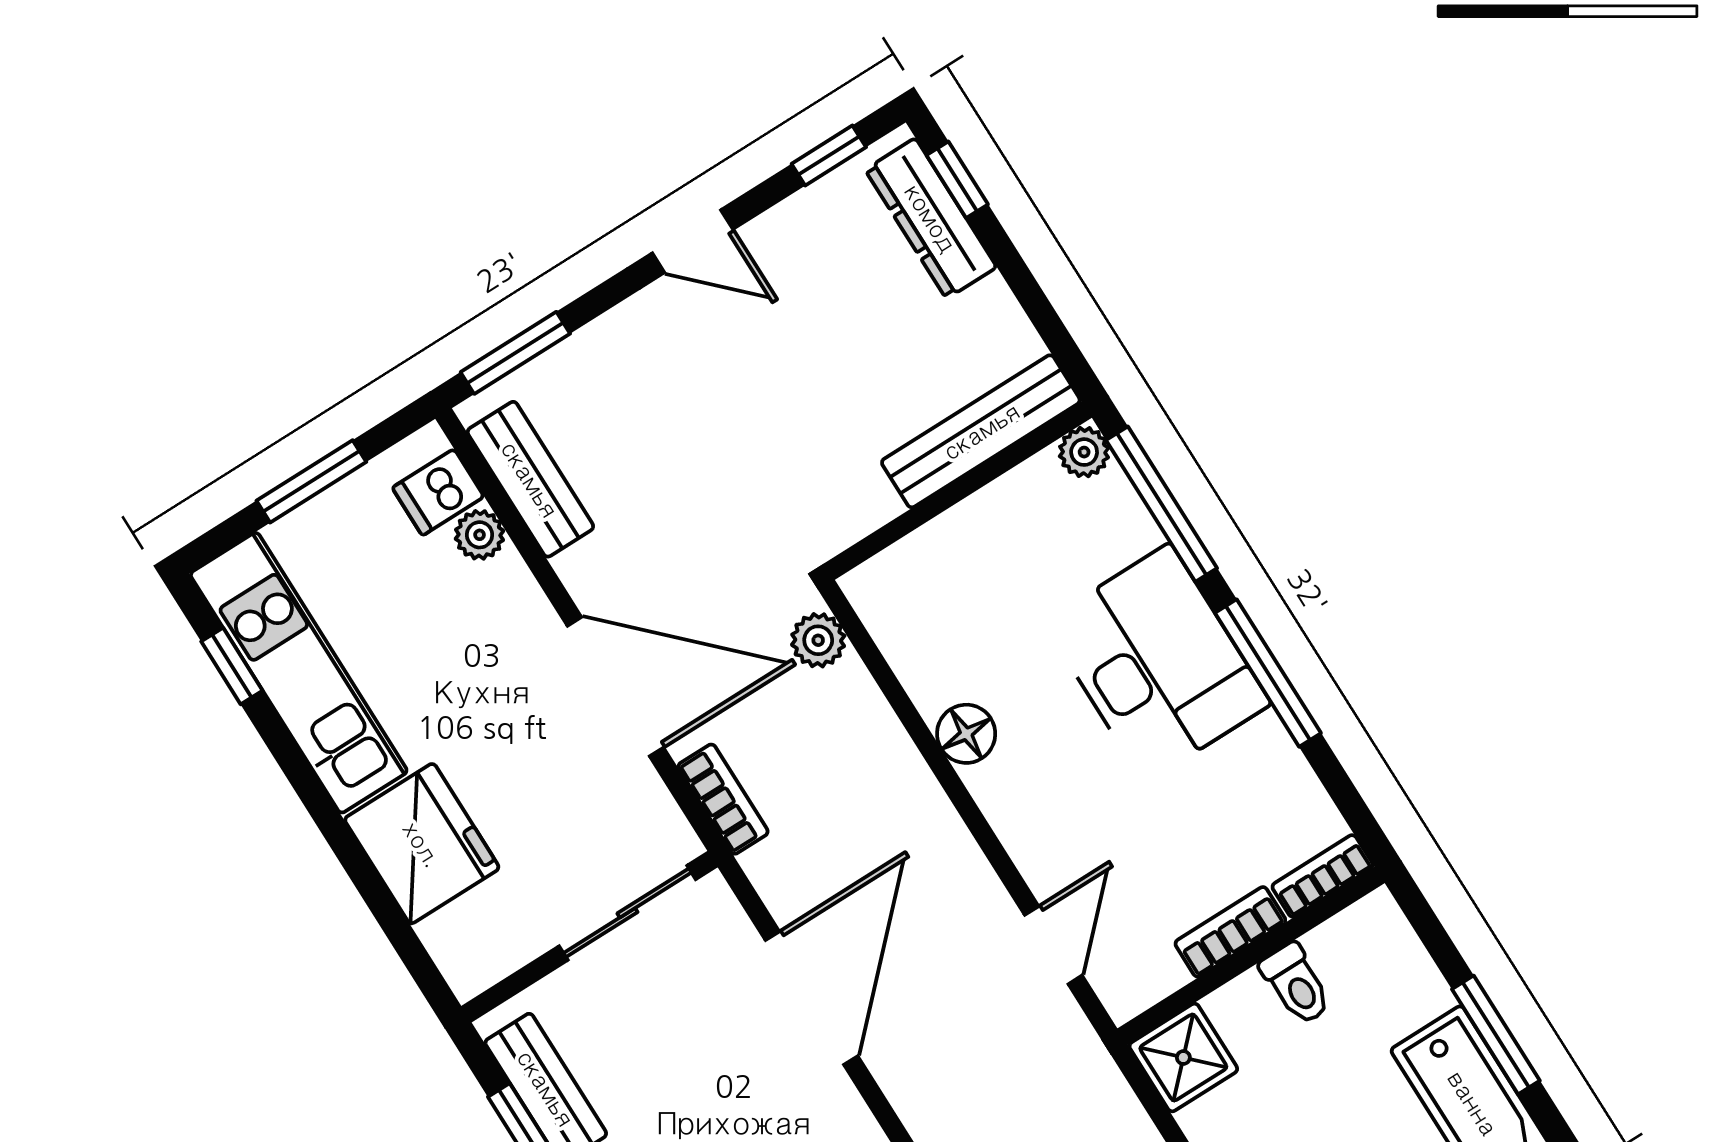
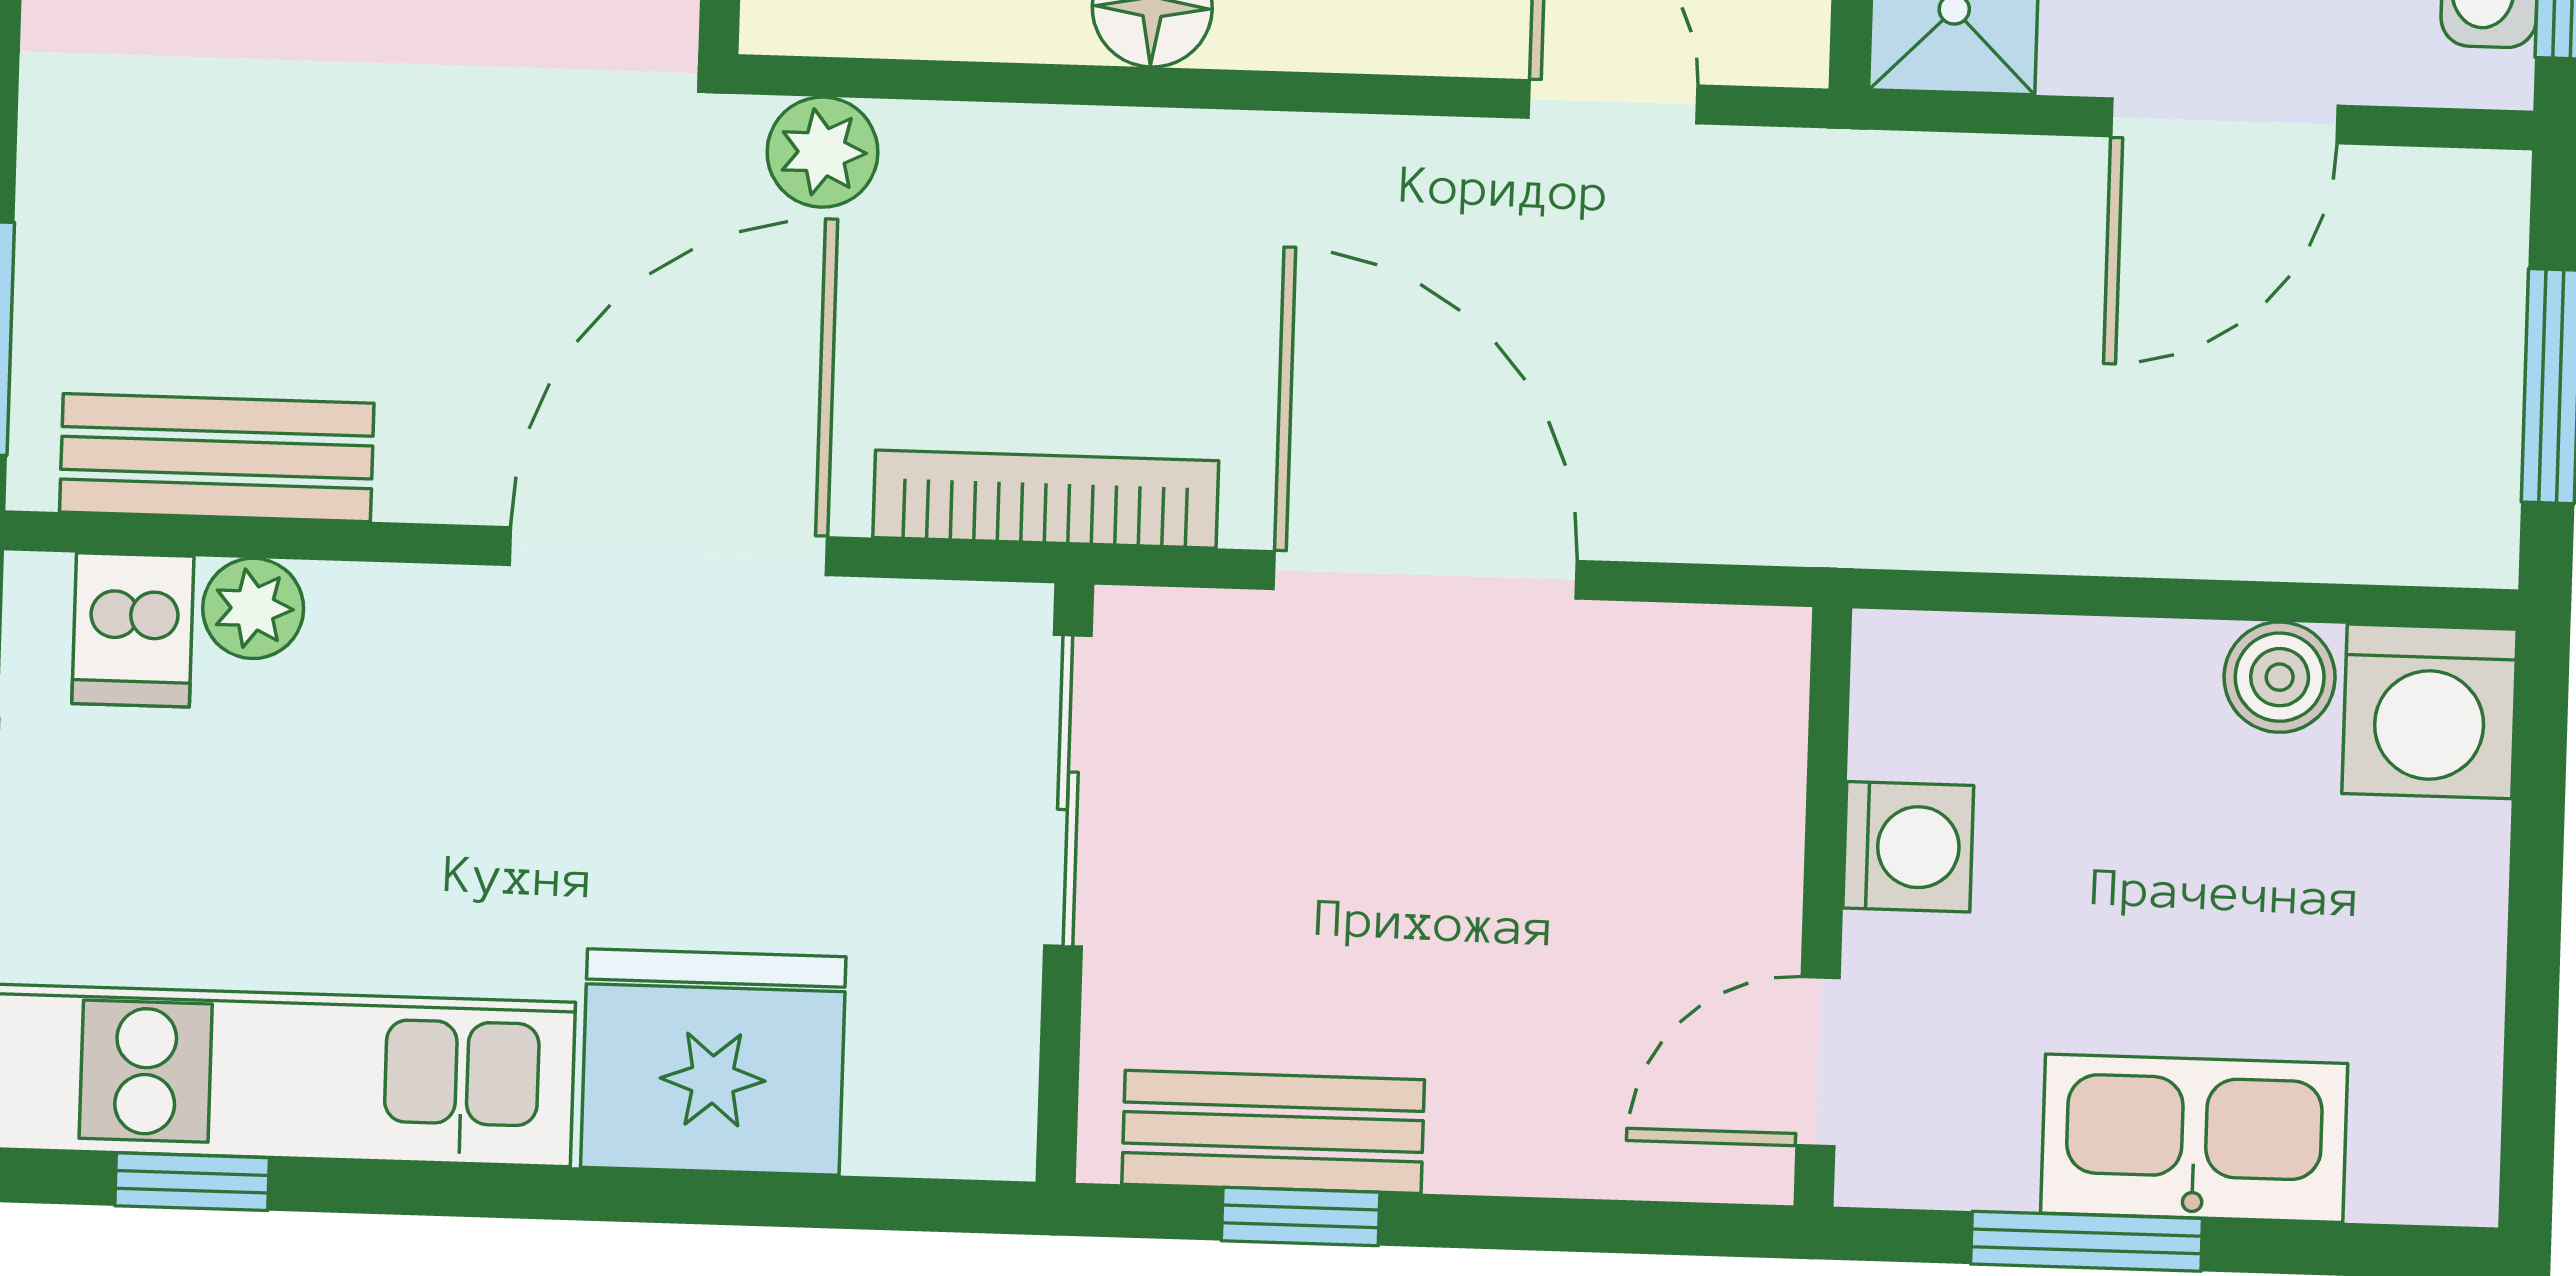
bookcase: (723, 799) -> (1046, 499), width x1.56

